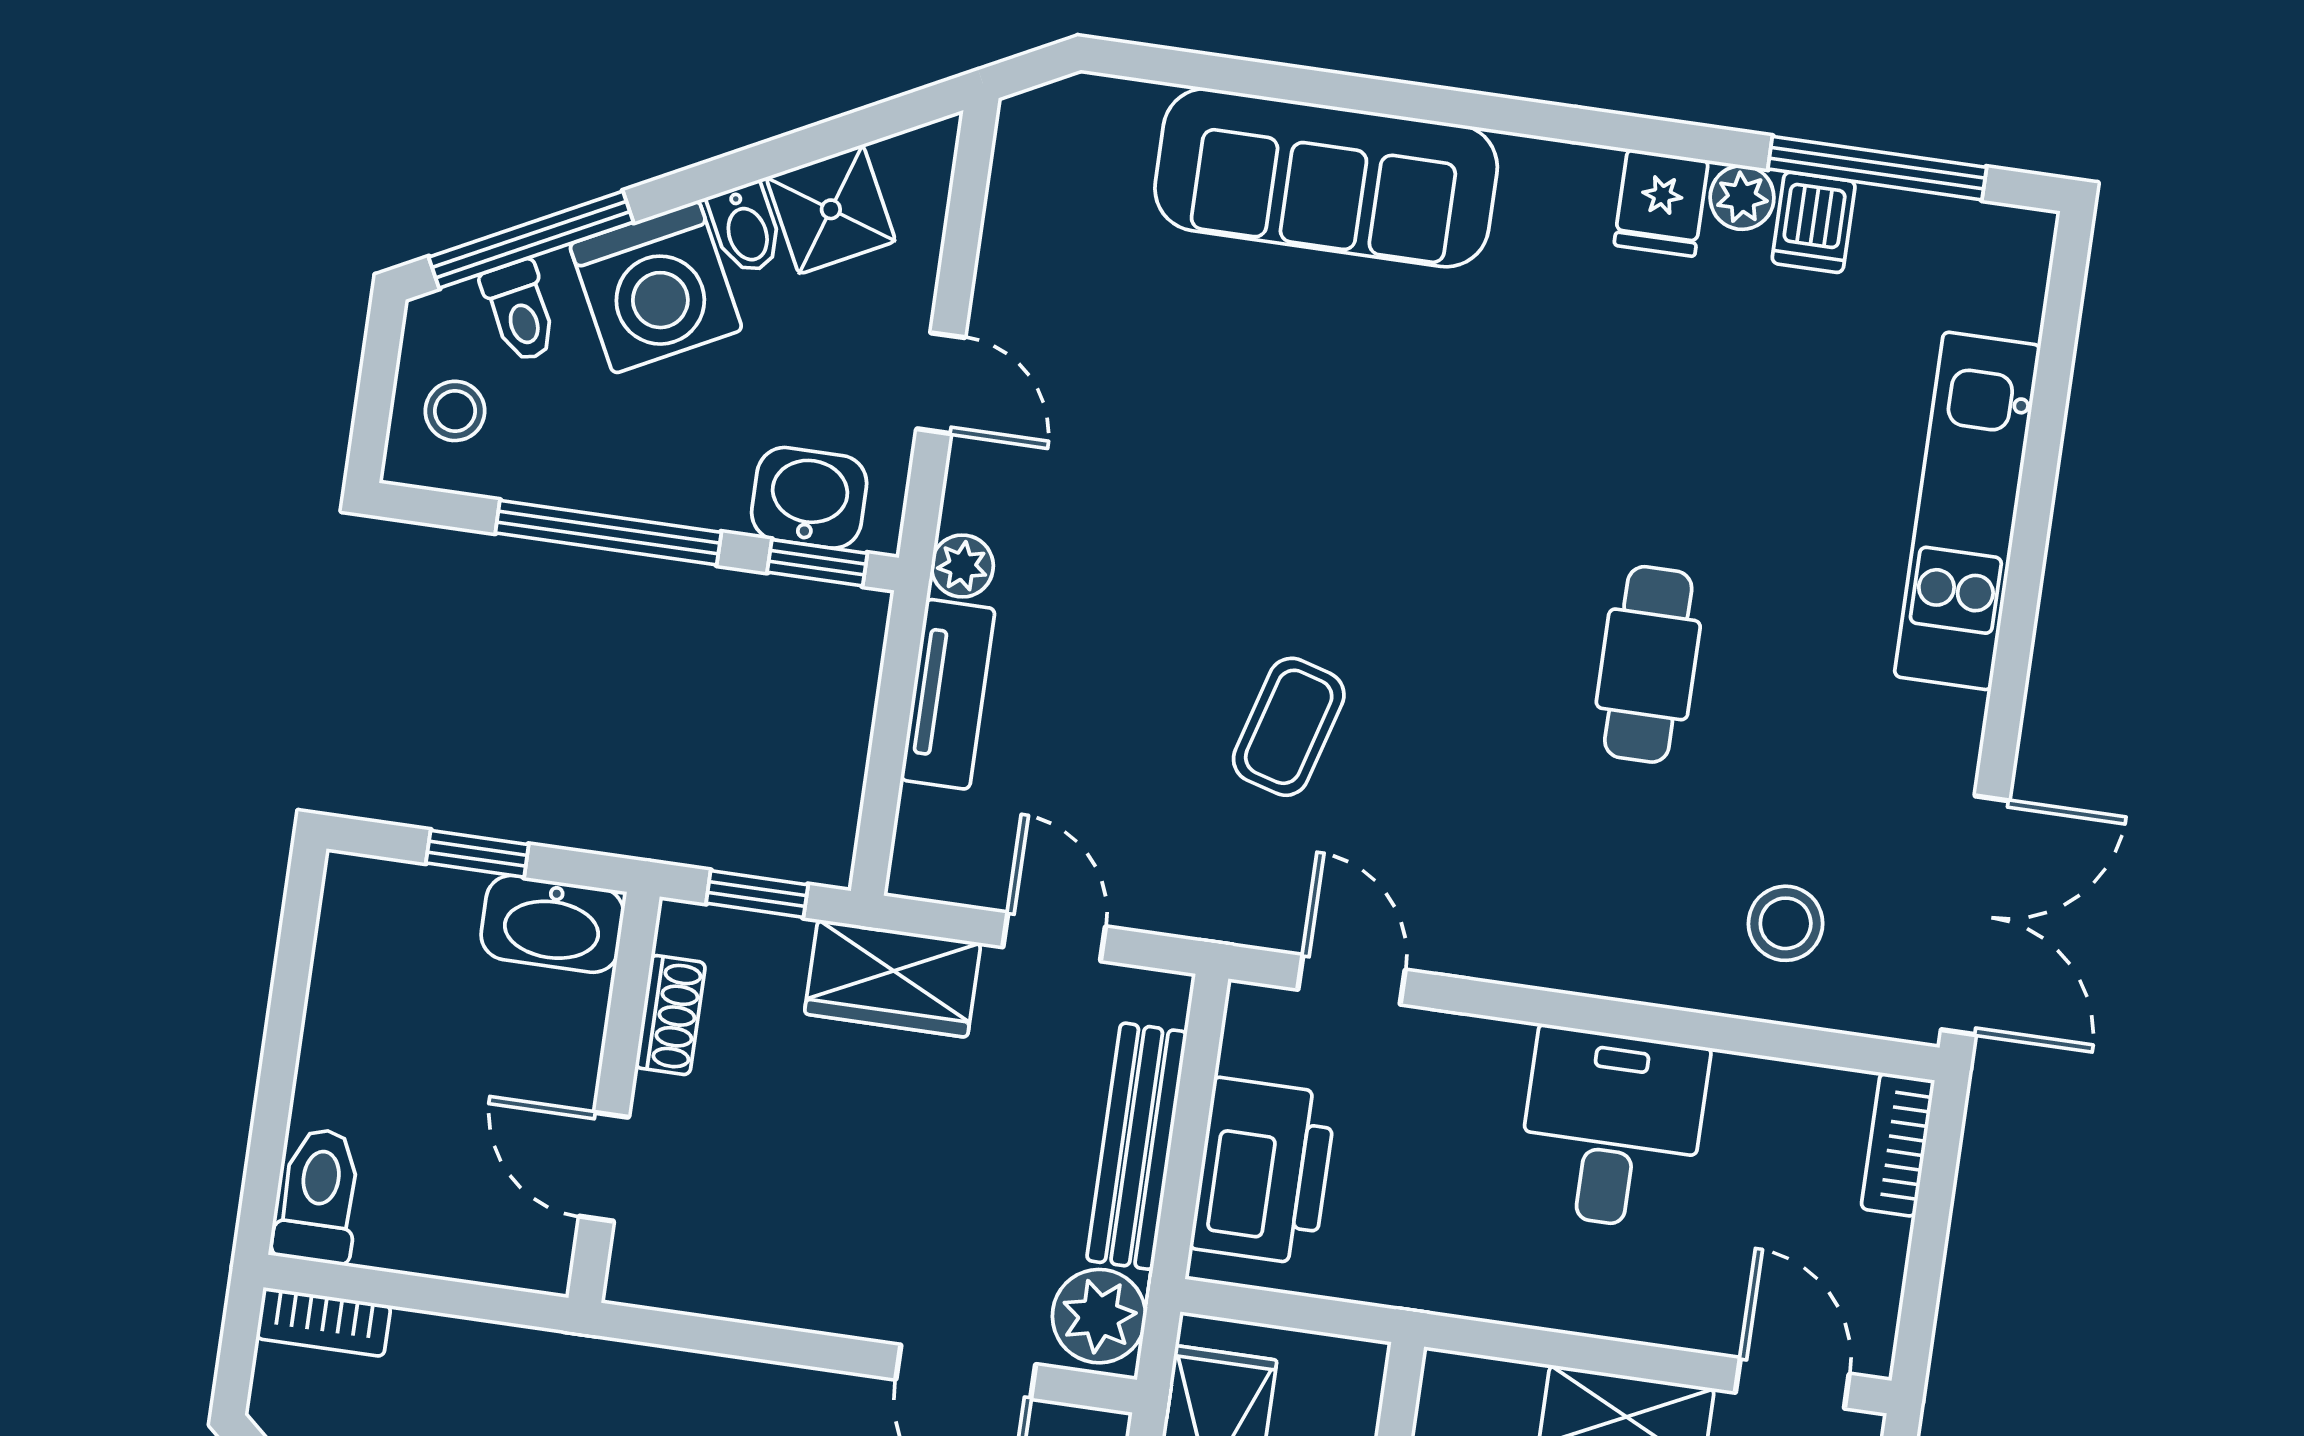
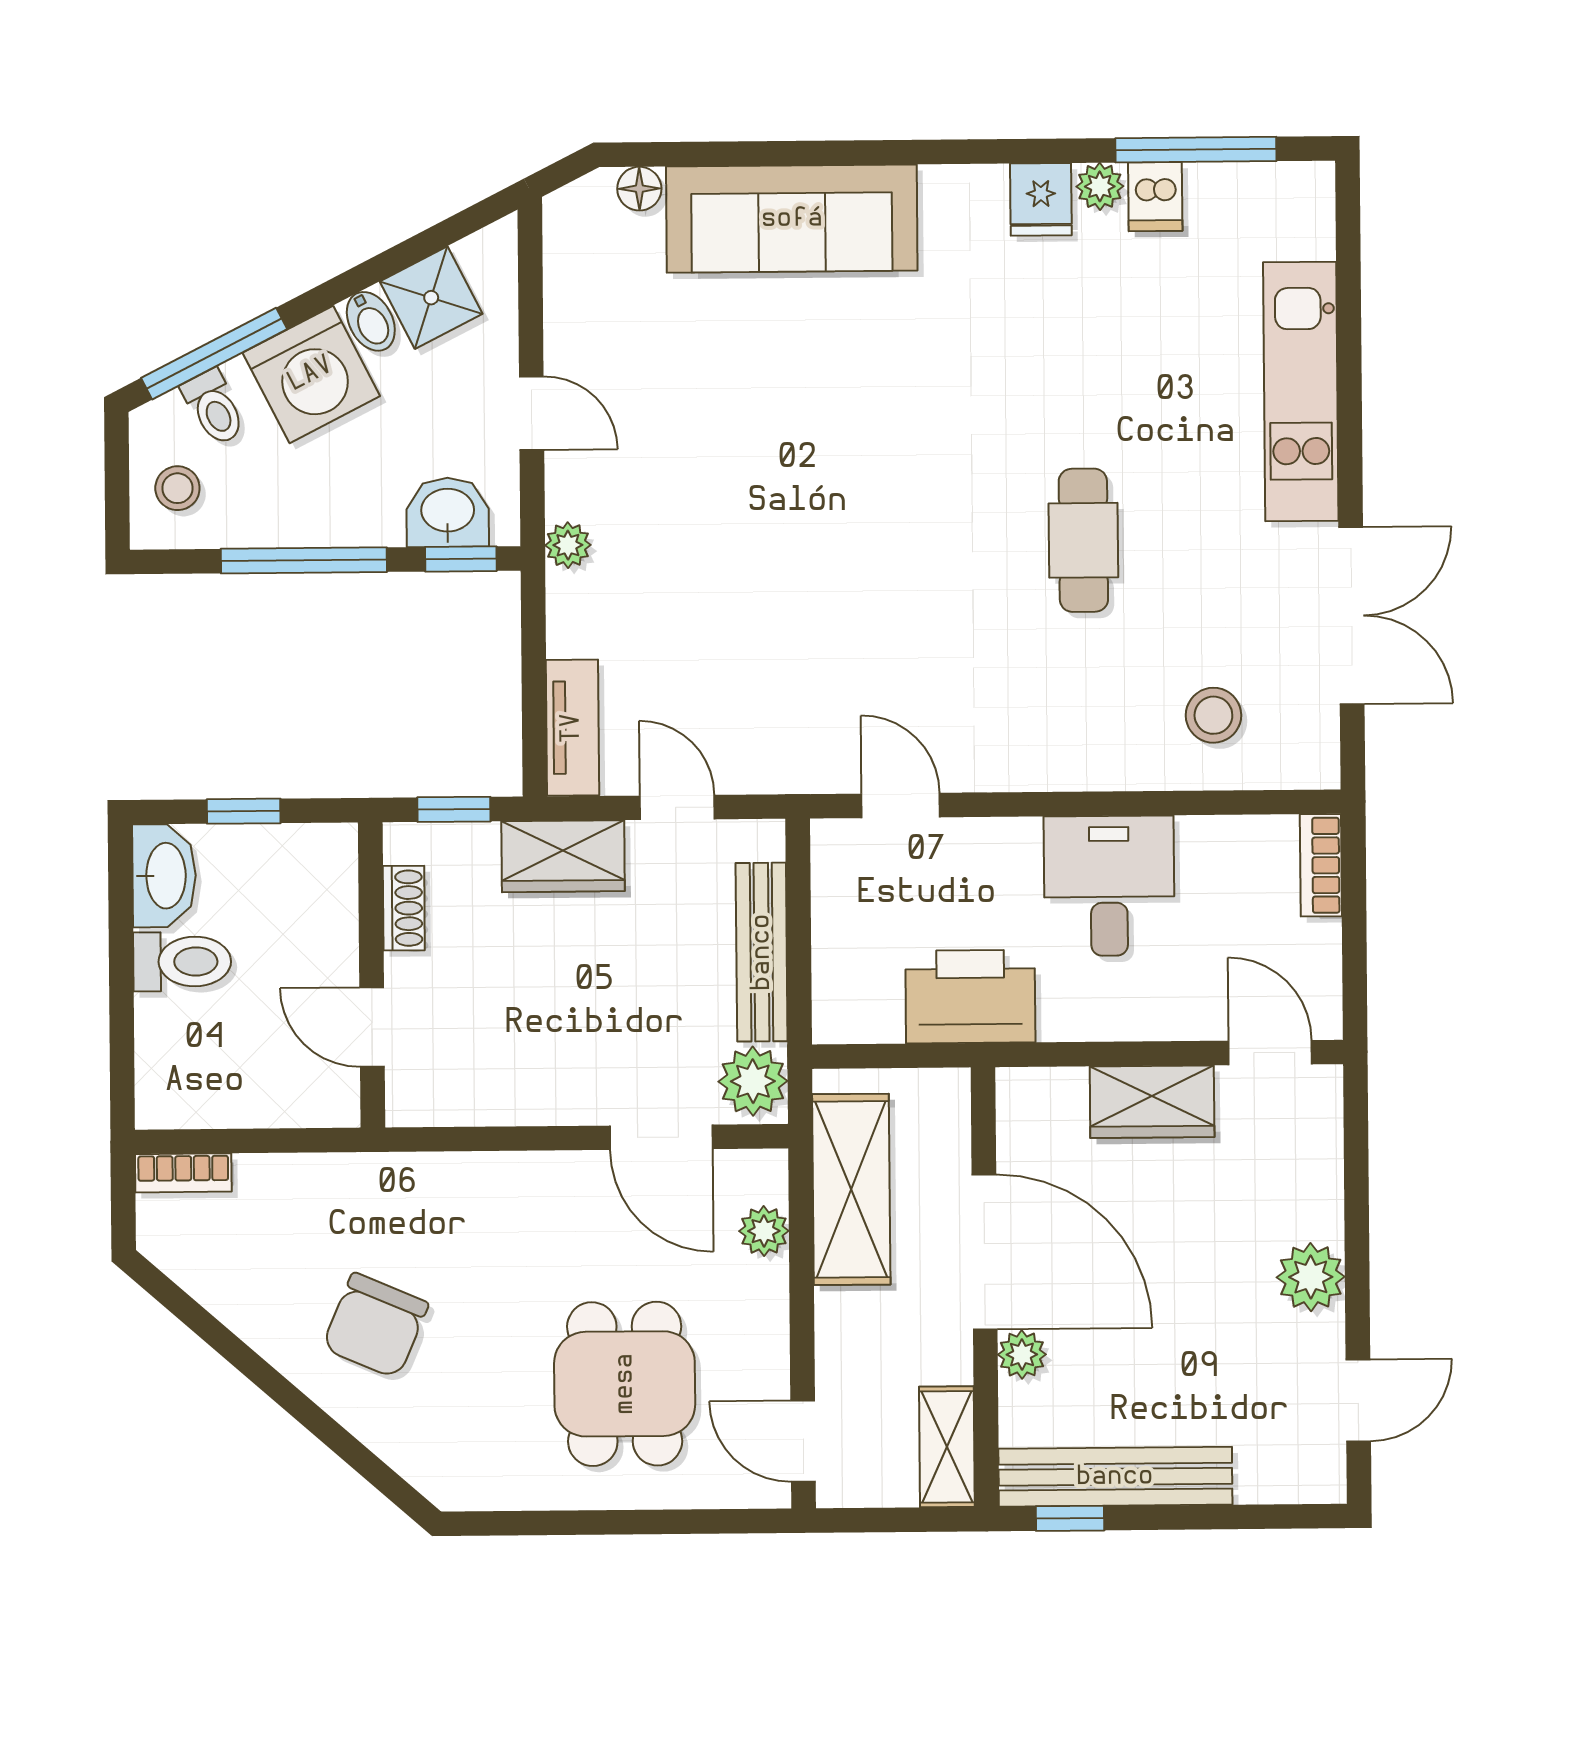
floor lamp: (1130, 107) -> (639, 189), added
tv unit: (948, 694) -> (572, 728), moved
coffee table: (1289, 727) -> (826, 627), removed
double door: (1975, 915) -> (1351, 616), moved
washbasin: (552, 924) -> (164, 876), moved, turned -90
printer: (1263, 1171) -> (970, 997), moved, turned -90
toilet: (319, 1196) -> (182, 962), moved, turned 90

